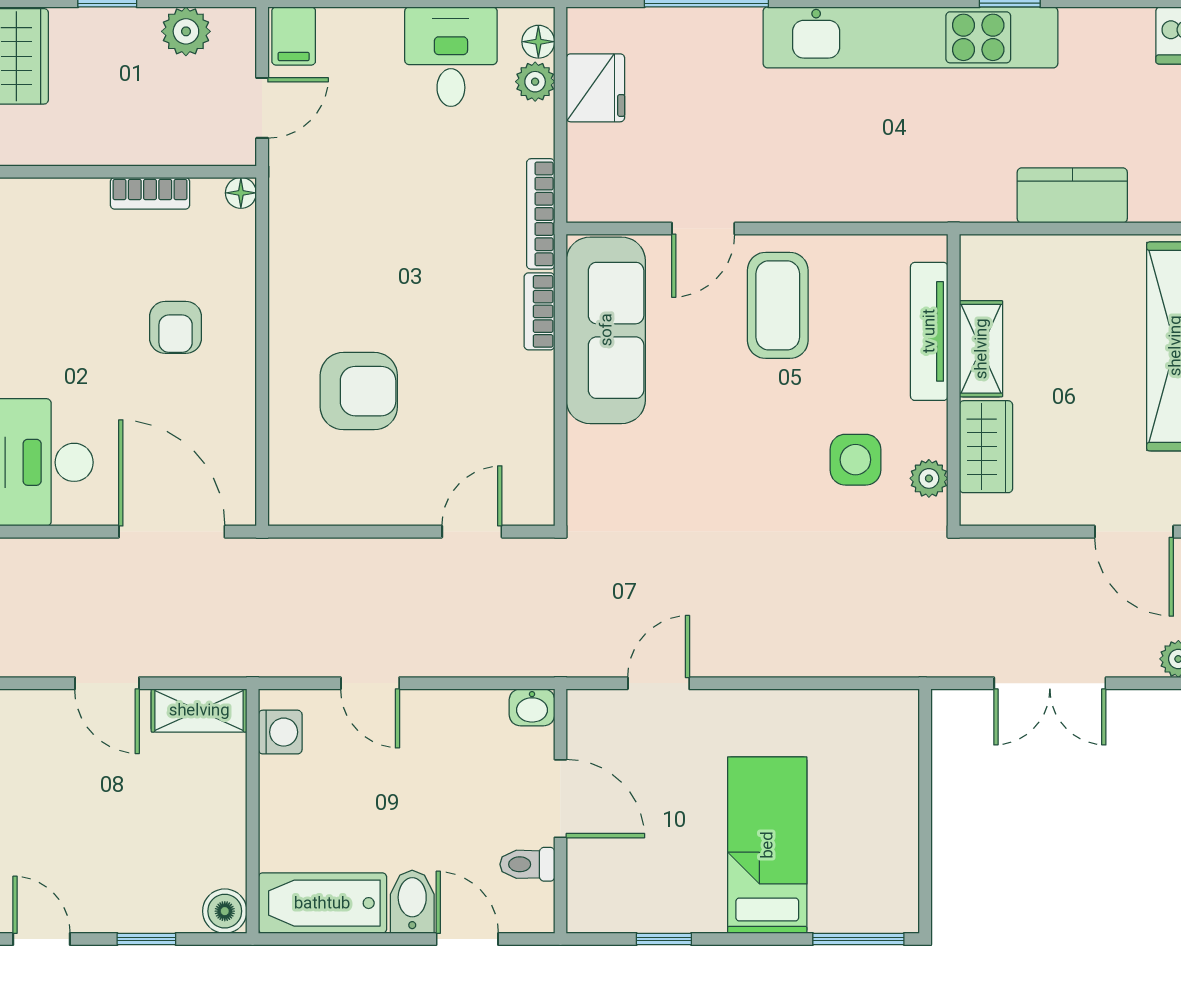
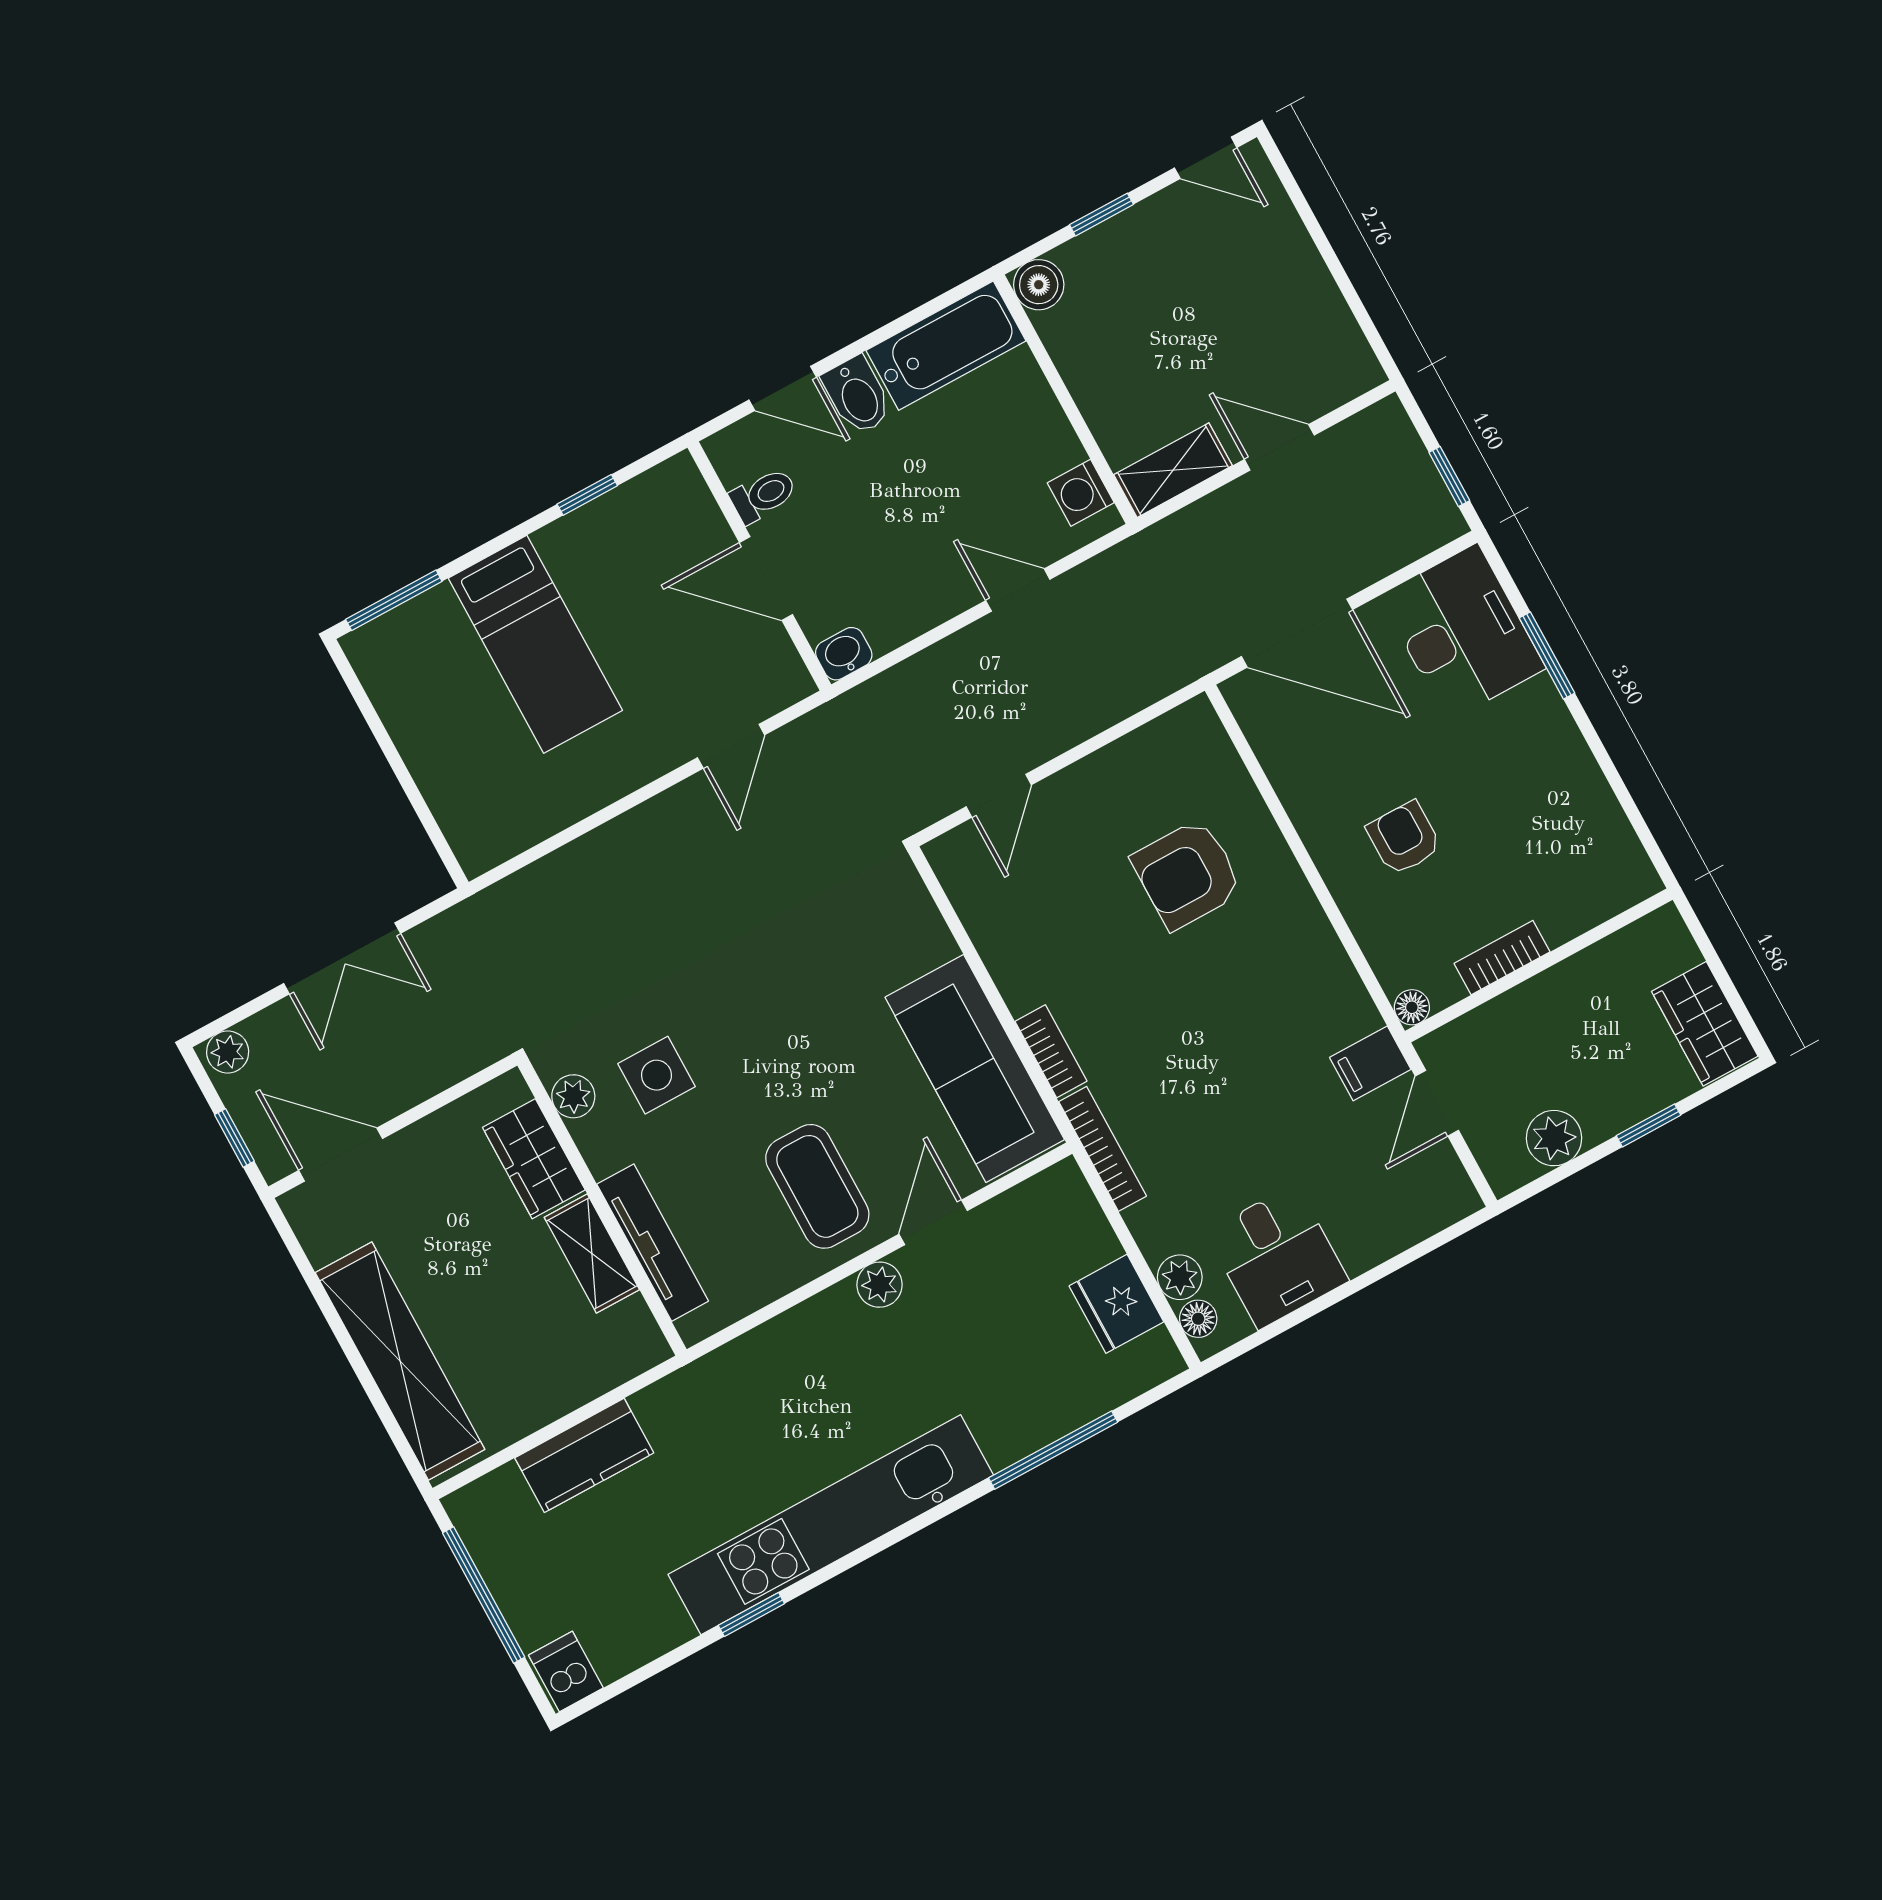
filing cabinet: (294, 36) -> (1370, 1063), moved, turned -90
plant: (771, 203) -> (880, 1285), added
double door: (1050, 683) -> (342, 958), swing flipped

